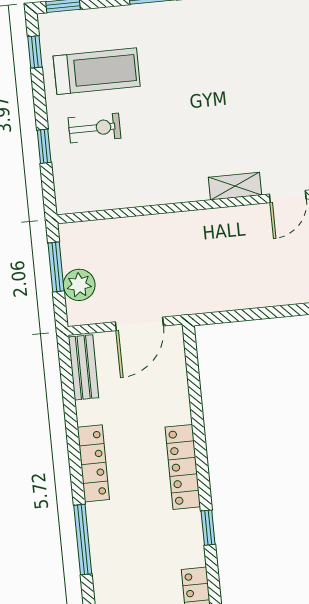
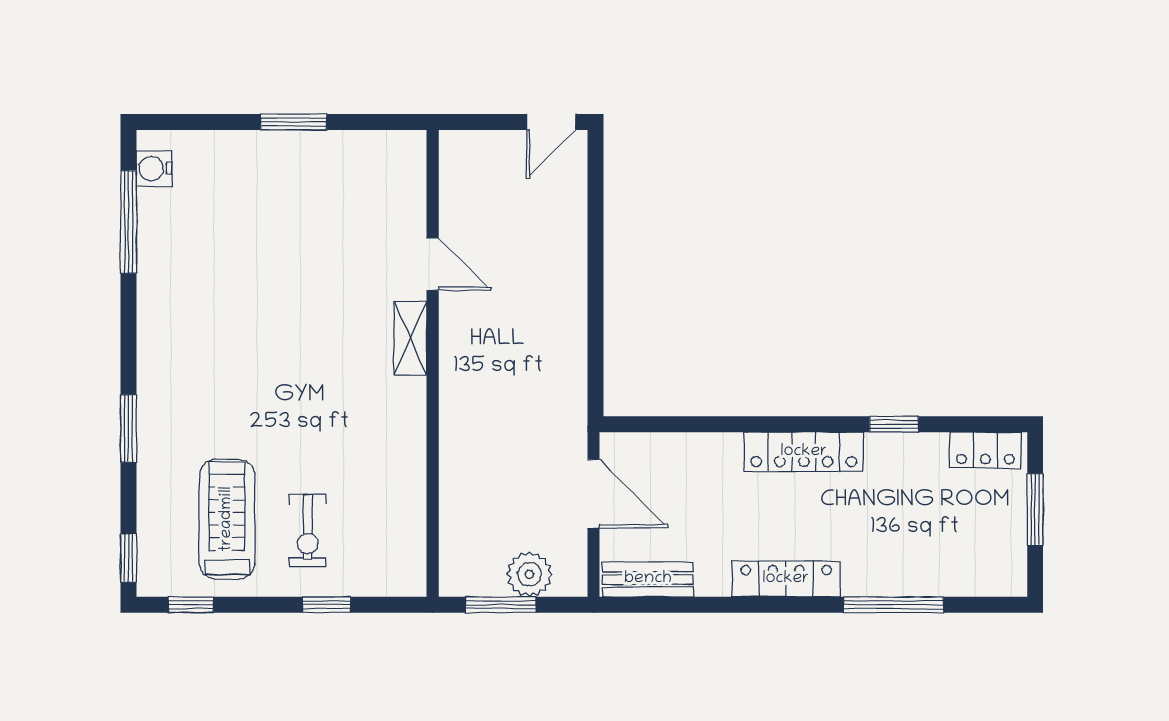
exercise bike: (94, 128) -> (308, 530), turned 180

